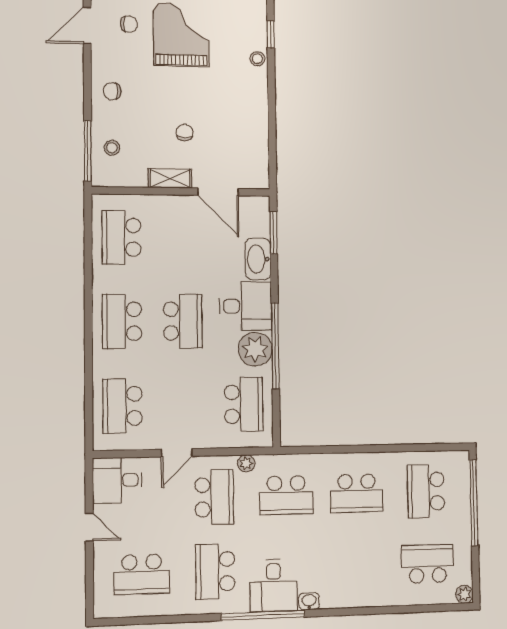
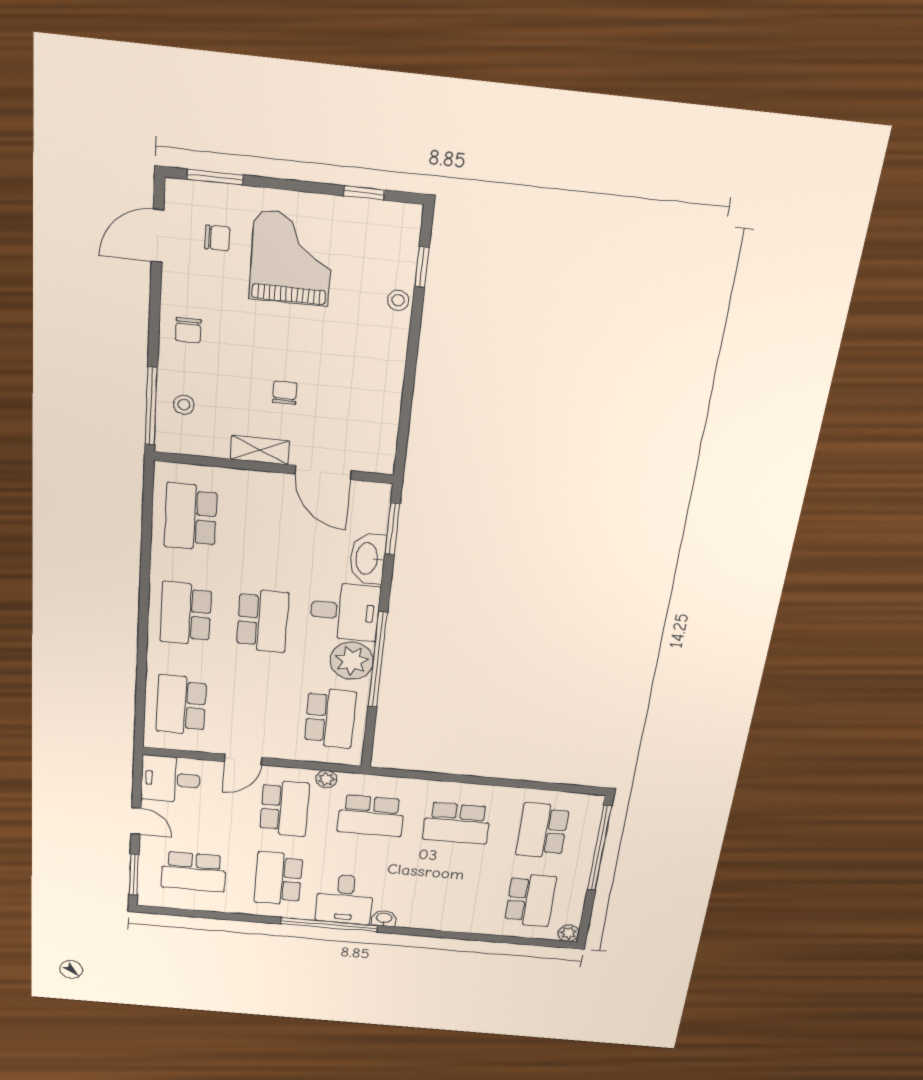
chair: (112, 91) -> (188, 330), turned -90
school desk: (428, 564) -> (530, 900), turned 90
window: (89, 585) -> (134, 875), added

